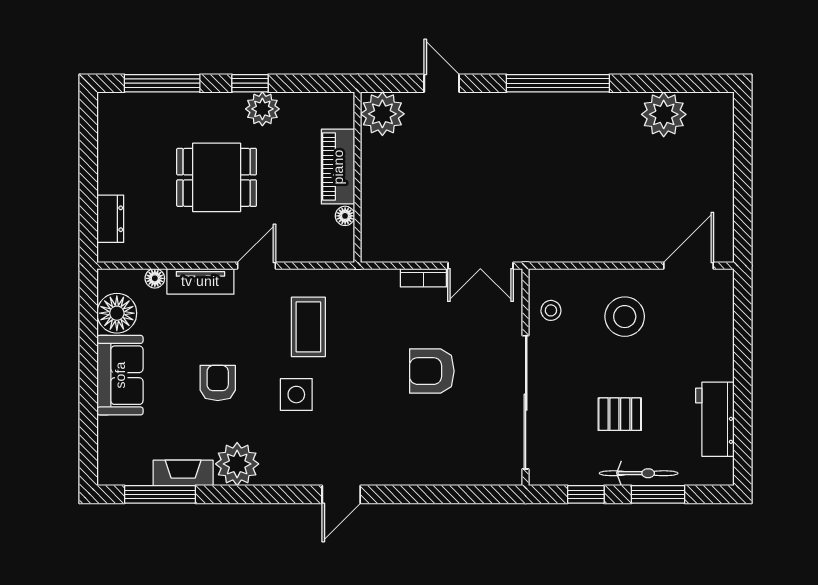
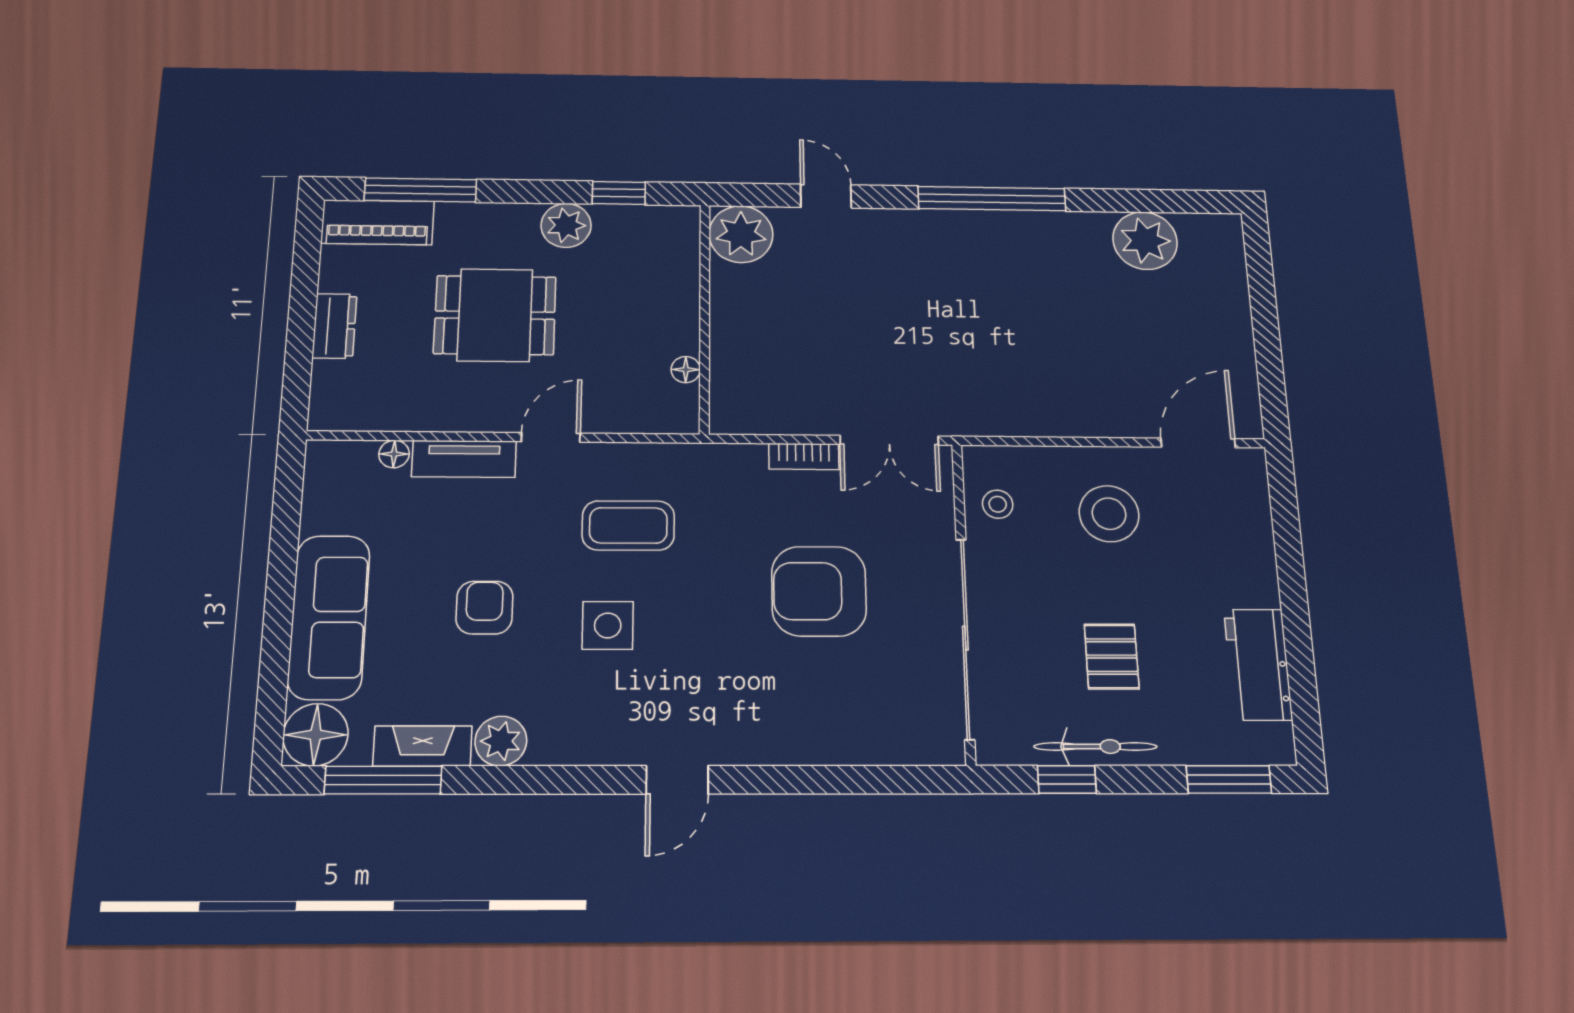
window: (250, 83) -> (619, 193), moved
piano: (338, 167) -> (378, 222), moved, turned -90
dresser: (110, 219) -> (334, 326), moved
floor lamp: (117, 313) -> (316, 735), moved
coffee table: (308, 327) -> (628, 525), turned 90
armchair: (432, 371) -> (819, 591), width x1.36, depth x1.36
sofa: (120, 375) -> (329, 617), width x1.36
pallet: (620, 414) -> (1112, 657), turned 90
plant: (237, 464) -> (501, 741), width x0.73, depth x0.73
bicycle: (639, 473) -> (1095, 747), moved
window: (658, 494) -> (1229, 779), moved

